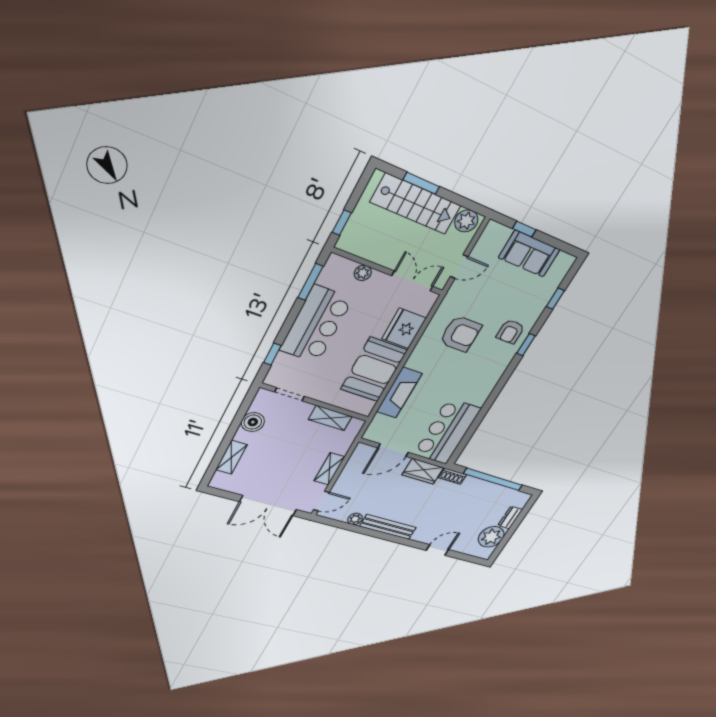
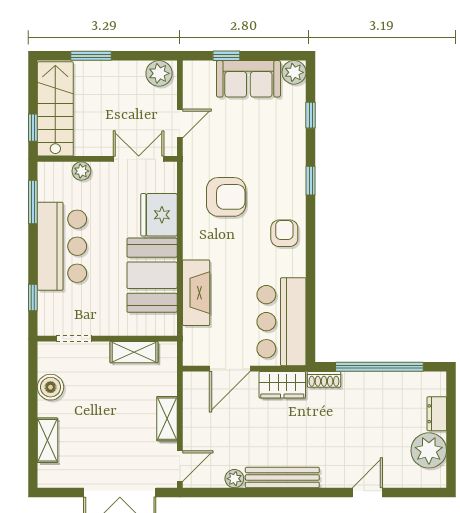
stairs: (416, 204) -> (55, 109), moved, turned -90
plant: (564, 263) -> (294, 72), added
armchair: (510, 332) -> (284, 233), moved, turned 180

